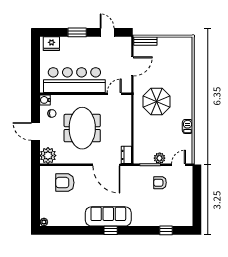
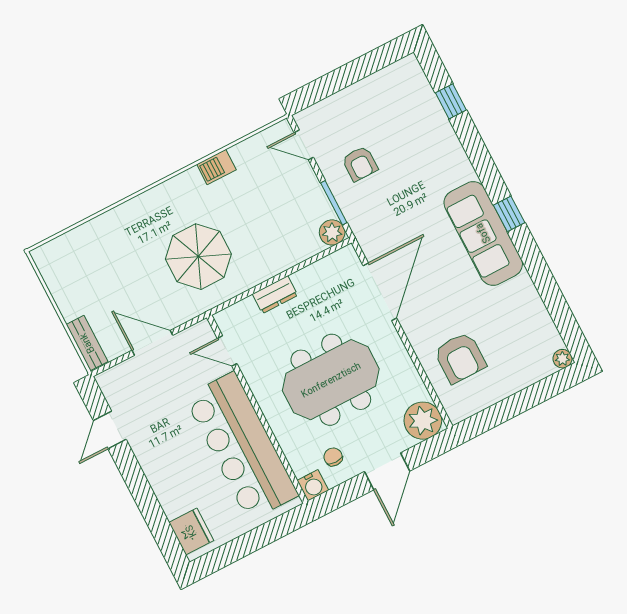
window: (77, 32) -> (141, 491), removed
dresser: (126, 155) -> (275, 295), moved
plant: (160, 158) -> (332, 232), moved

